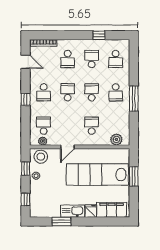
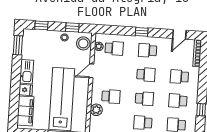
school desk: (92, 59) -> (178, 101), turned 180
plant: (116, 139) -> (96, 110), moved
door: (67, 147) -> (91, 71), hinge flipped
window: (61, 222) -> (18, 45), moved

